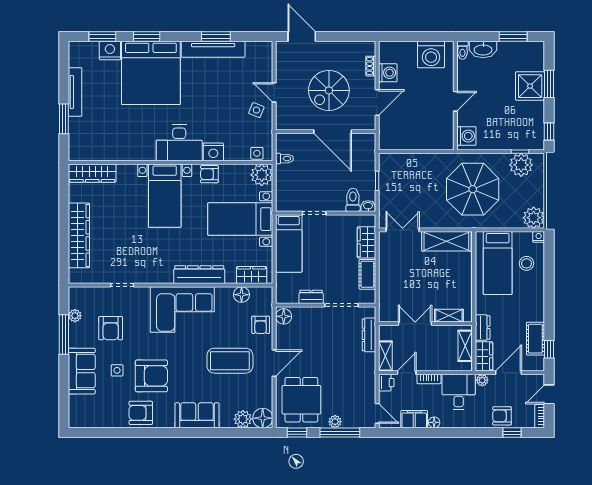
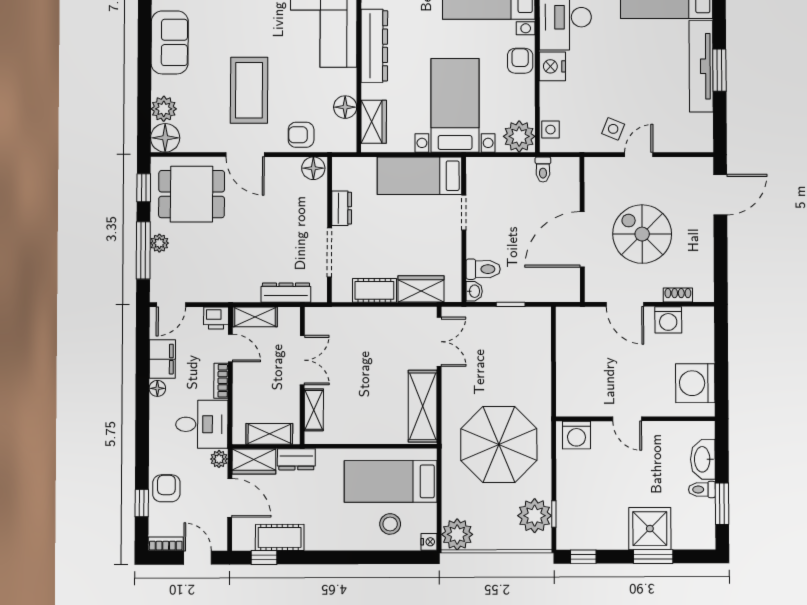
toilet: (462, 50) -> (702, 490), moved

